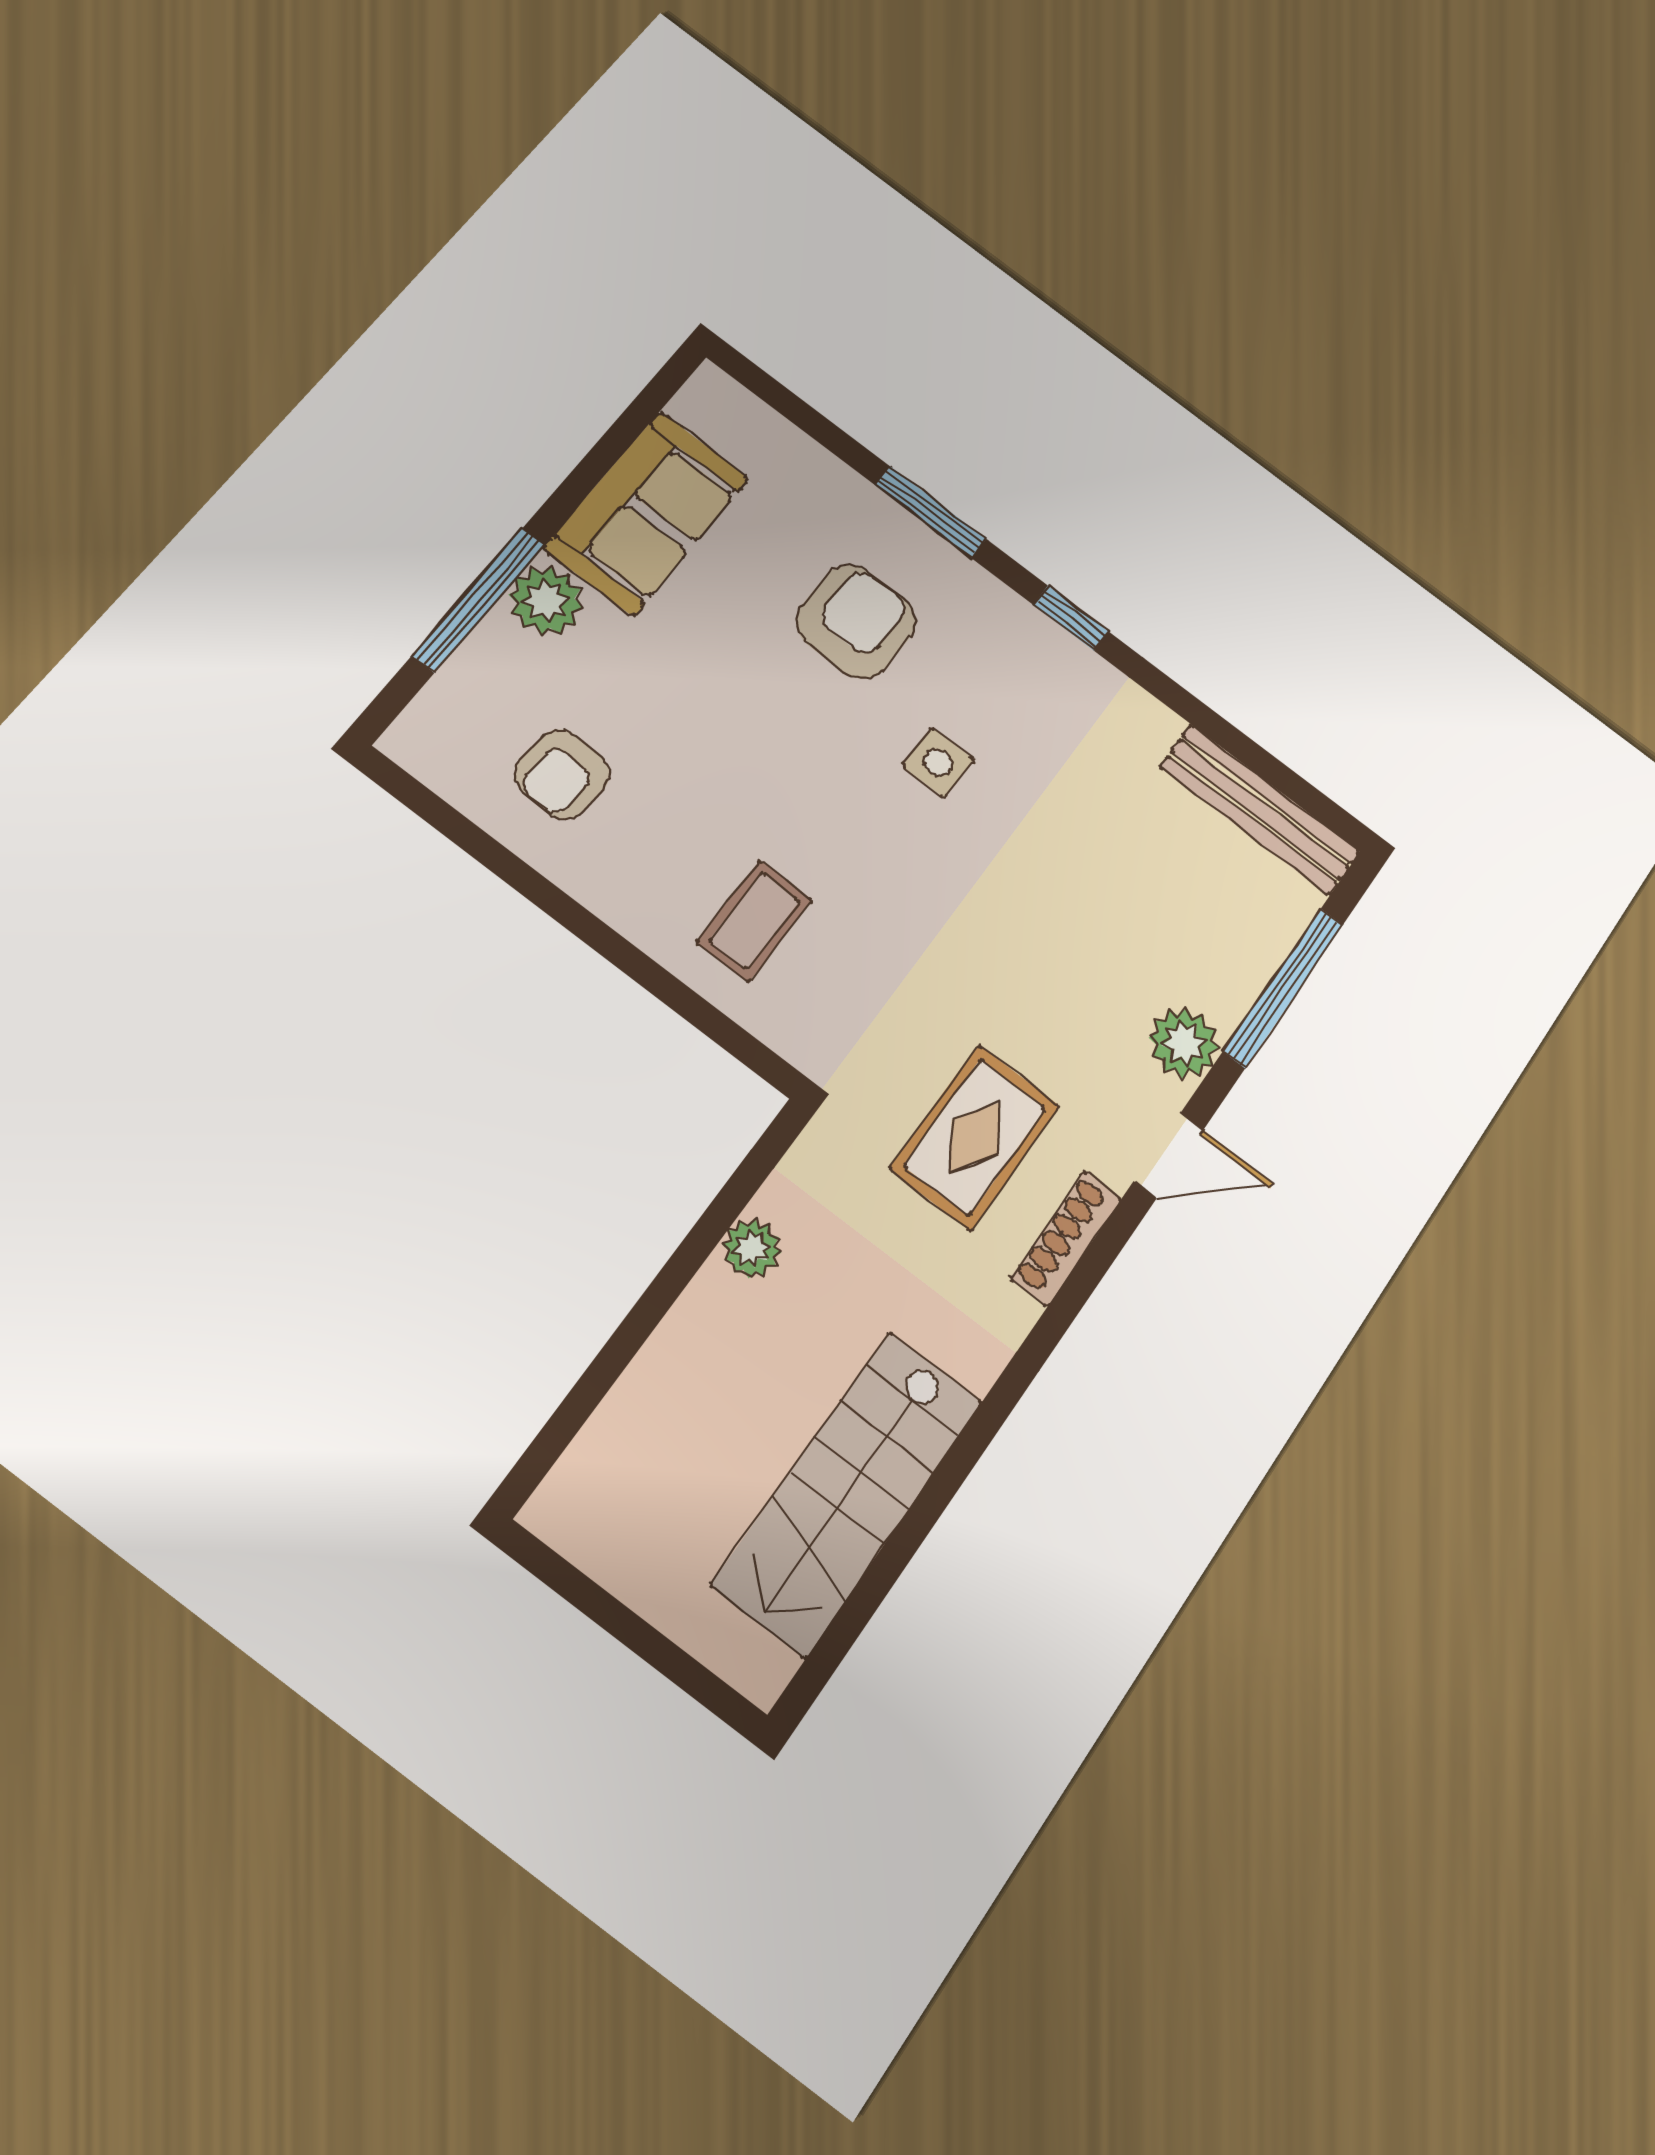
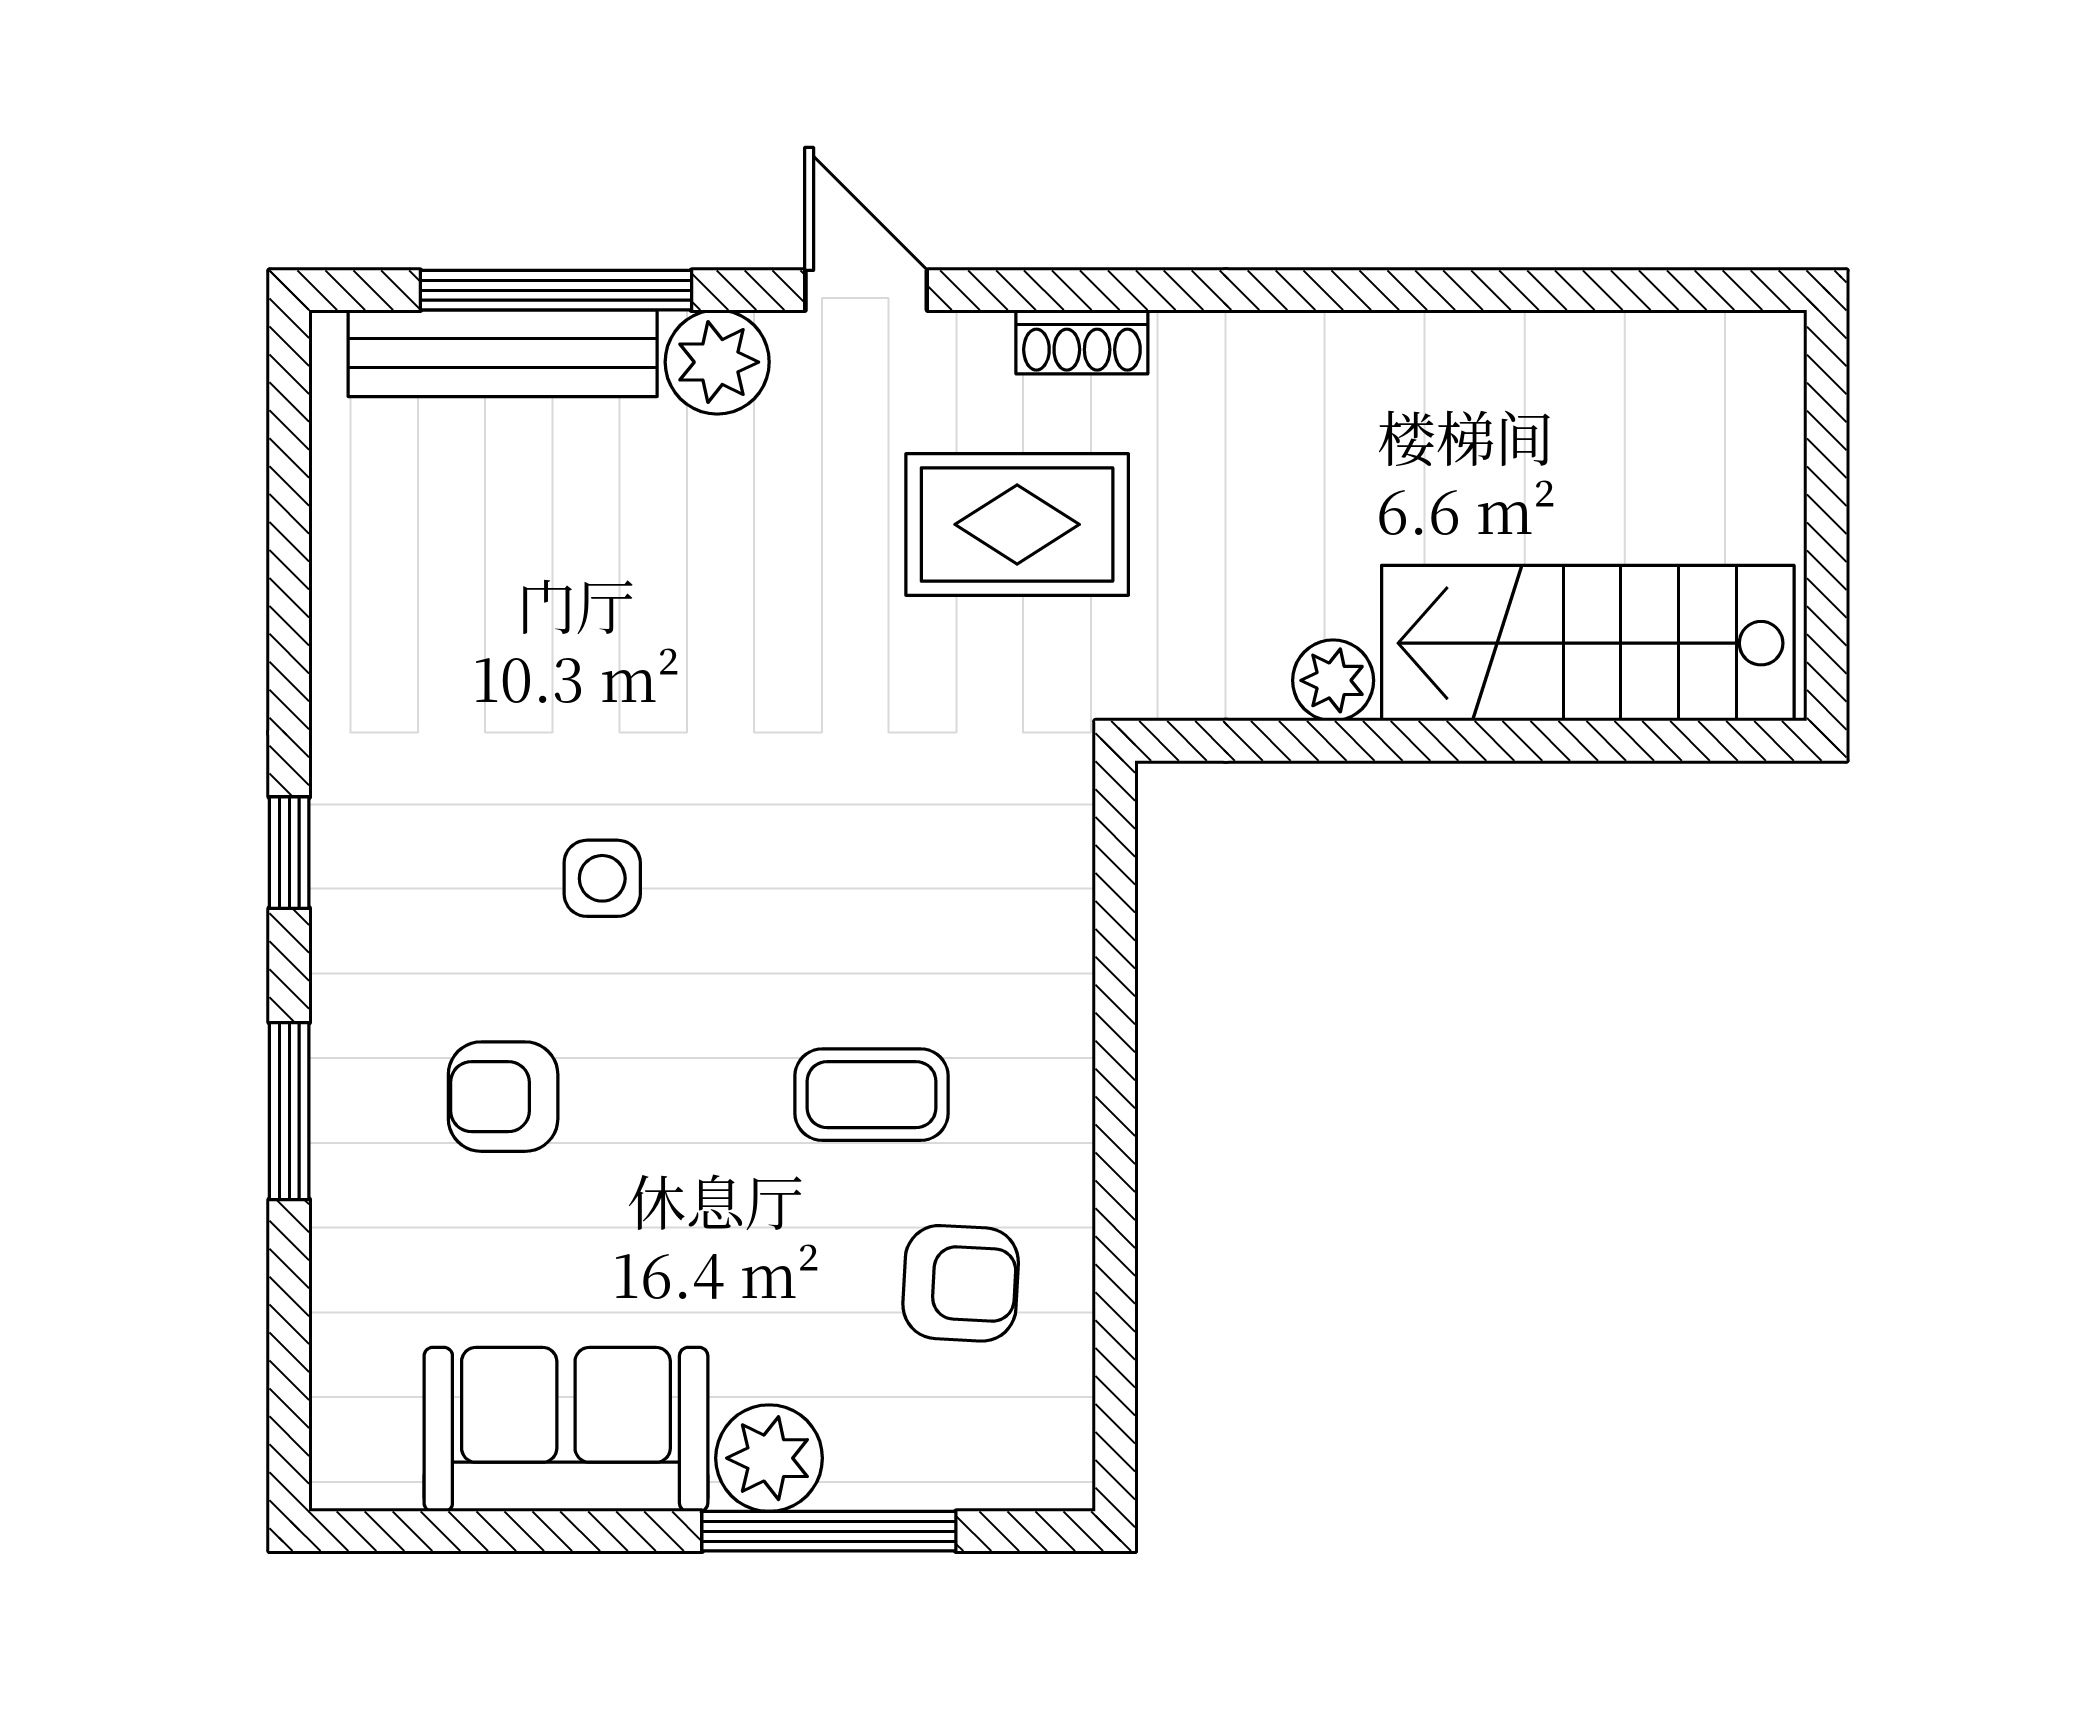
armchair: (856, 621) -> (503, 1097), width x0.72, depth x0.72
bench: (1260, 810) -> (503, 353), moved, turned 90
coffee table: (754, 921) -> (872, 1095), moved
shoe rack: (1066, 1238) -> (1082, 342), width x0.70
stairs: (848, 1492) -> (1588, 643), moved, turned 180

